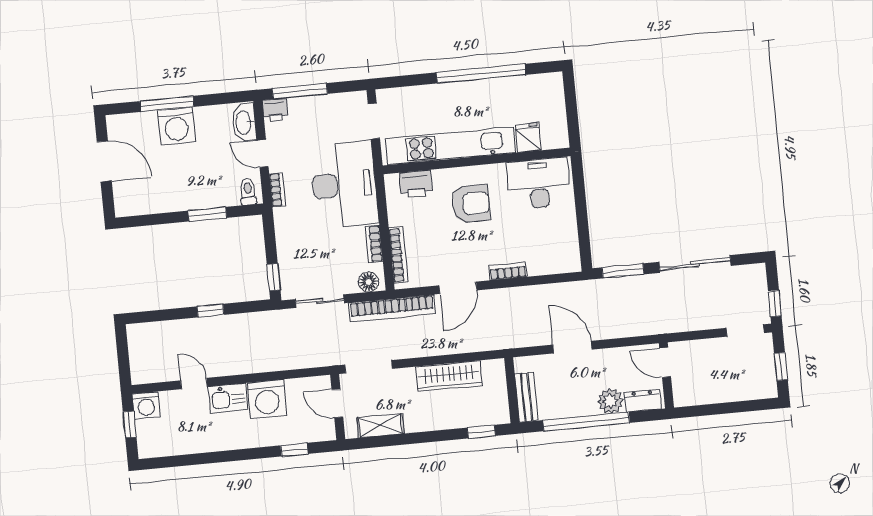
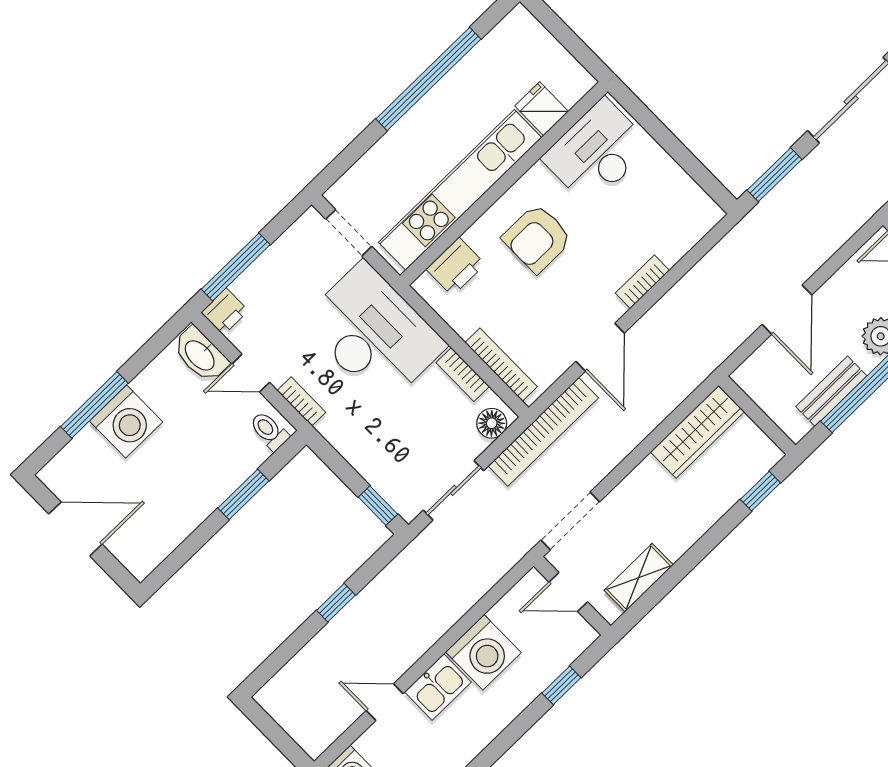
armchair: (471, 204) -> (537, 238), turned 180
door: (572, 347) -> (787, 310), swing flipped
wardrobe: (449, 376) -> (697, 432), moved
bench: (526, 397) -> (831, 391), moved, turned 90

